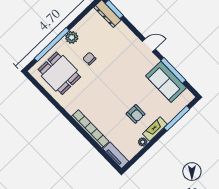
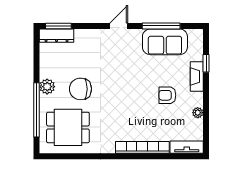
chair: (89, 59) -> (80, 89), width x1.87, depth x1.87
armchair: (136, 114) -> (167, 95), turned 180
window: (177, 118) -> (206, 63), width x0.46
fireplace: (155, 129) -> (197, 77), moved

